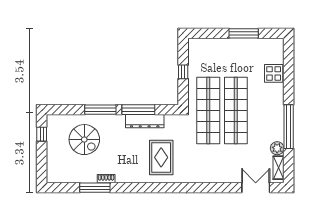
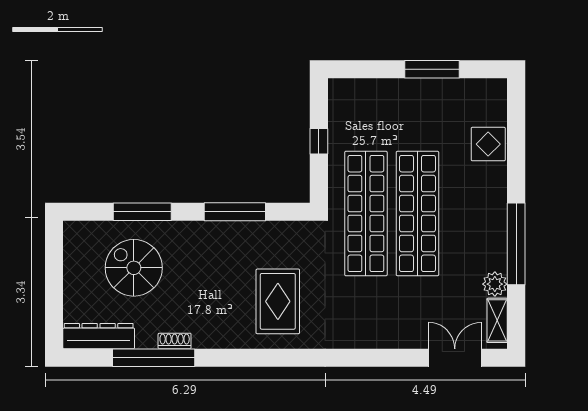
window: (100, 110) -> (142, 212), moved
dresser: (145, 121) -> (99, 336), moved, turned 180
window: (42, 134) -> (54, 258), removed
spiral stairs: (84, 140) -> (134, 268), turned 180
window: (95, 188) -> (154, 358), width x1.46

